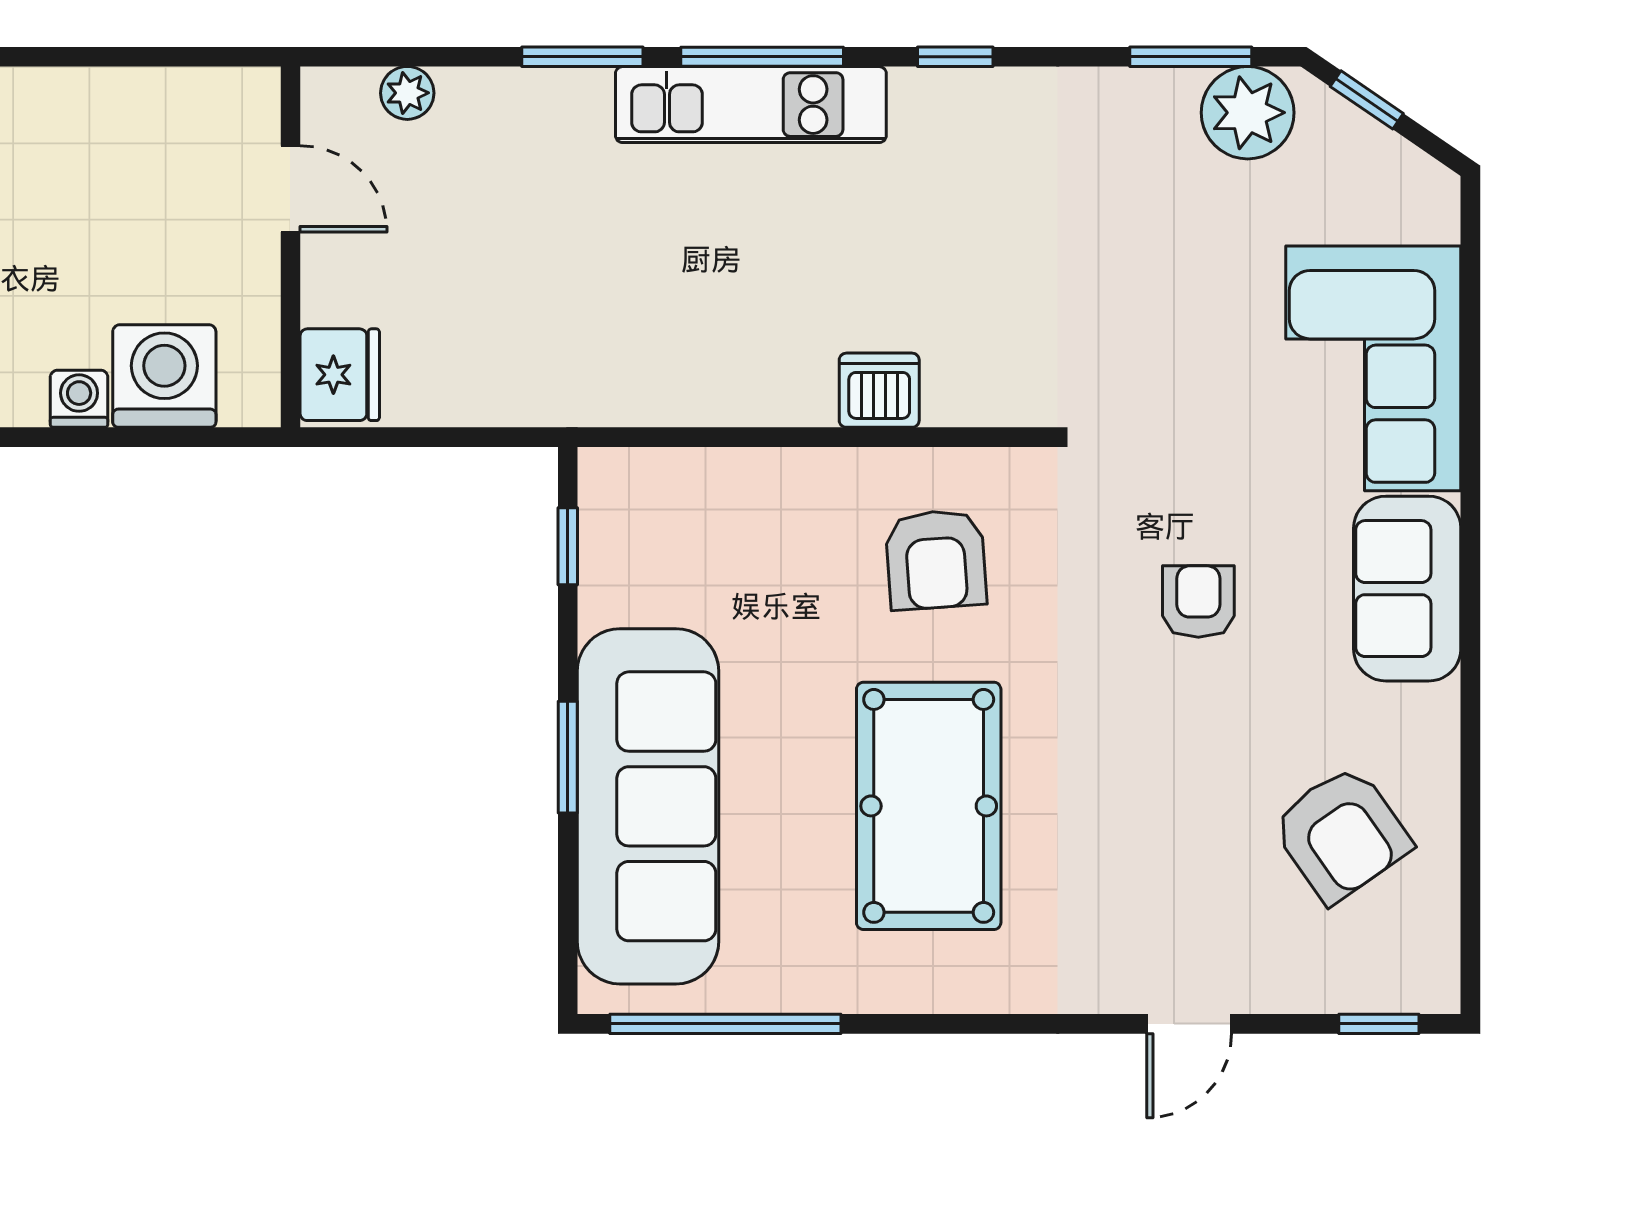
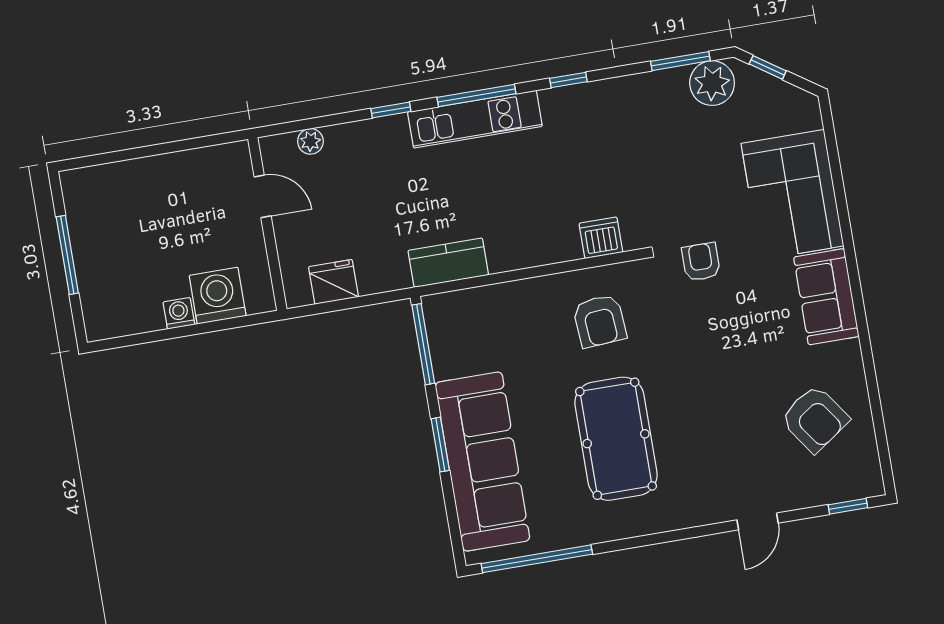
window: (582, 57) -> (391, 110), width x0.67
fridge: (340, 375) -> (333, 282), moved, turned -90
kitchen counter: (647, 388) -> (448, 263), added
dishwasher: (879, 390) -> (601, 238), moved
window: (568, 546) -> (423, 344), width x2.17
armchair: (1198, 601) -> (701, 262), moved

